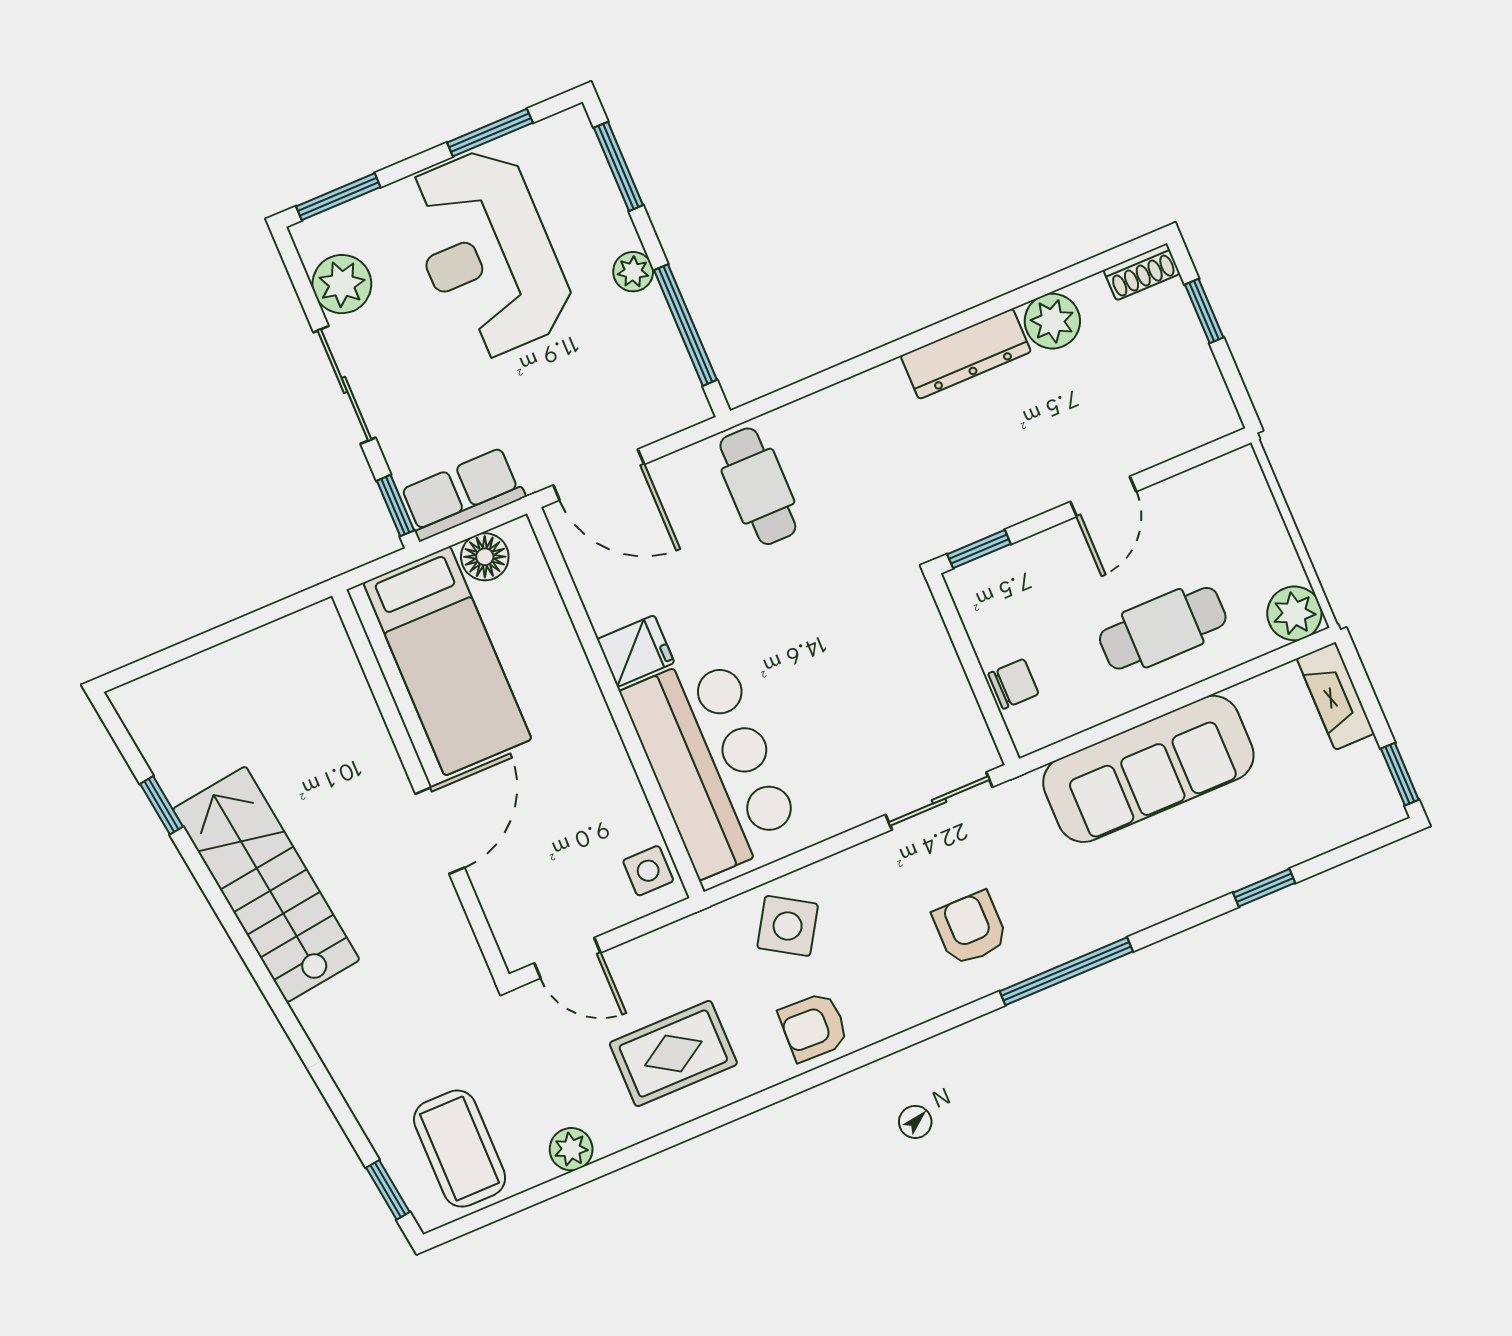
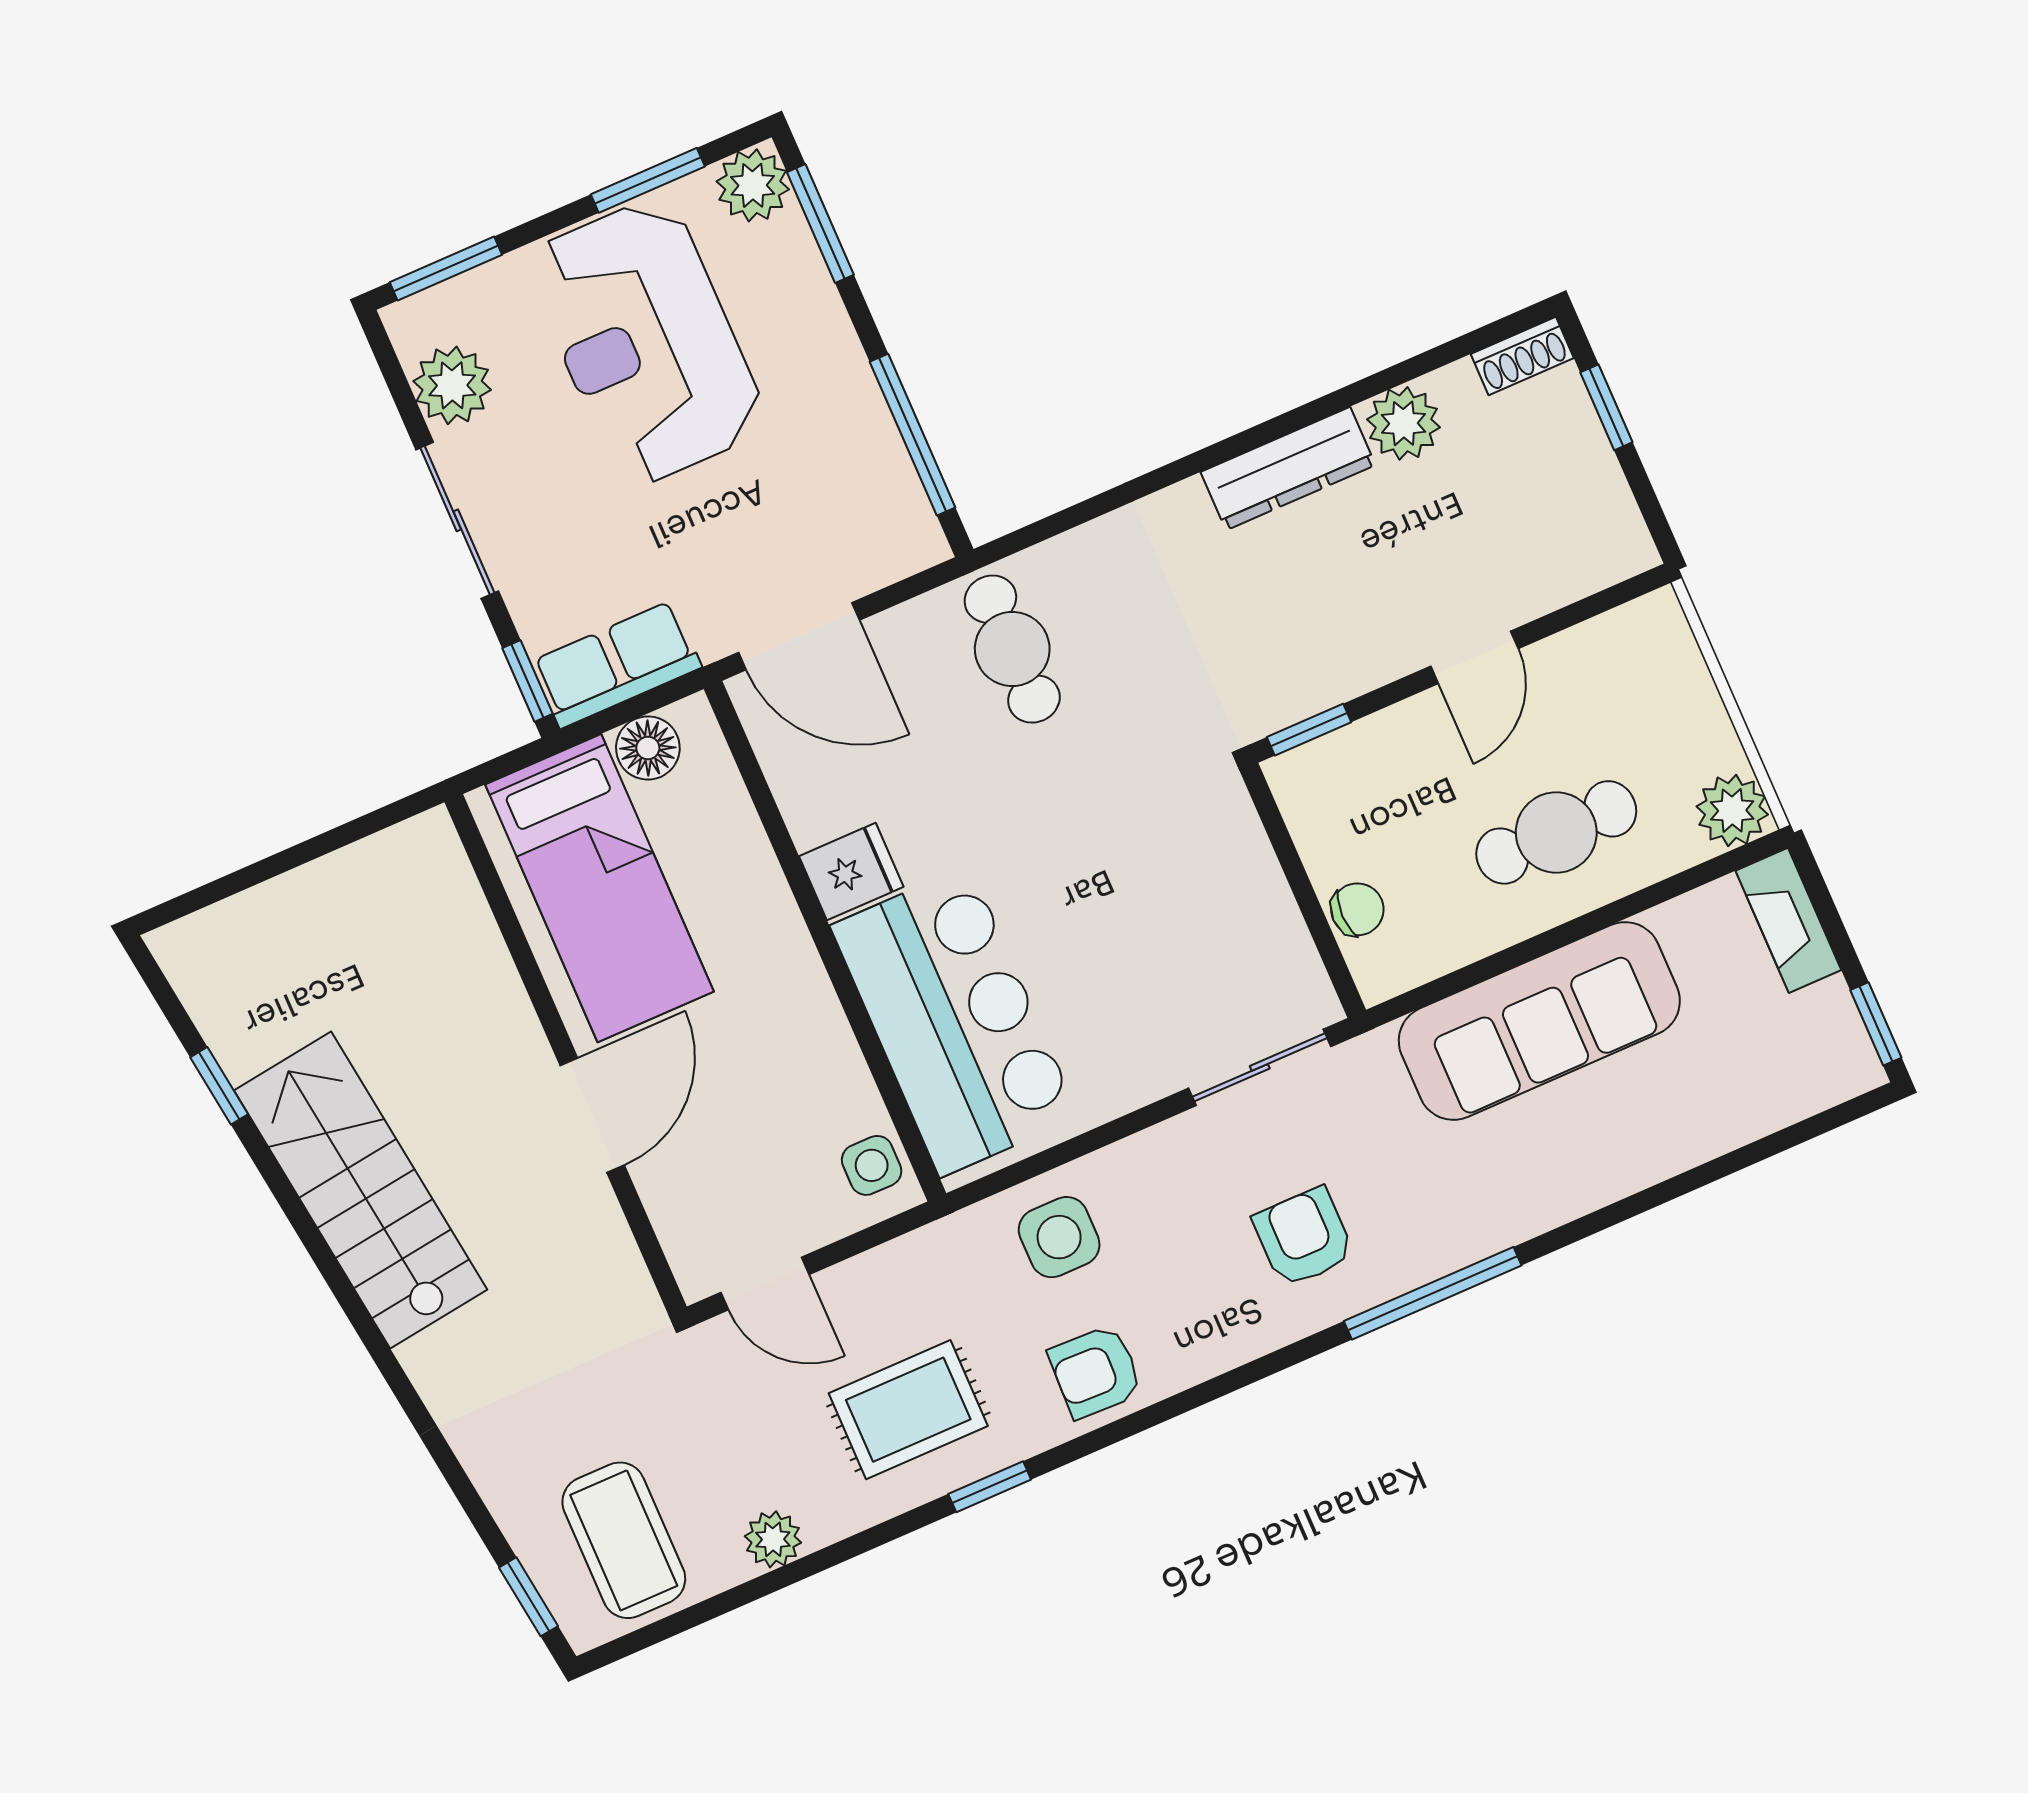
plant: (633, 272) -> (753, 185), moved, width x1.38, depth x1.38
window: (1264, 888) -> (990, 1487), moved
side table: (788, 926) -> (1059, 1237), turned -32

